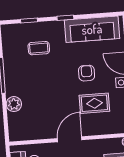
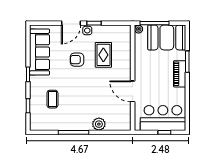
door: (70, 139) -> (133, 91), moved

